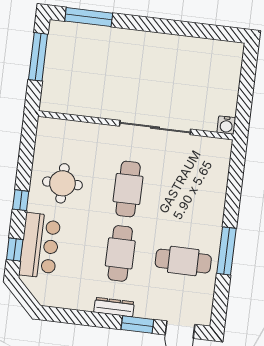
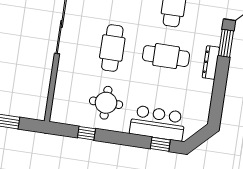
cafe table: (128, 189) -> (112, 48), turned 90
window: (21, 200) -> (86, 133), moved

